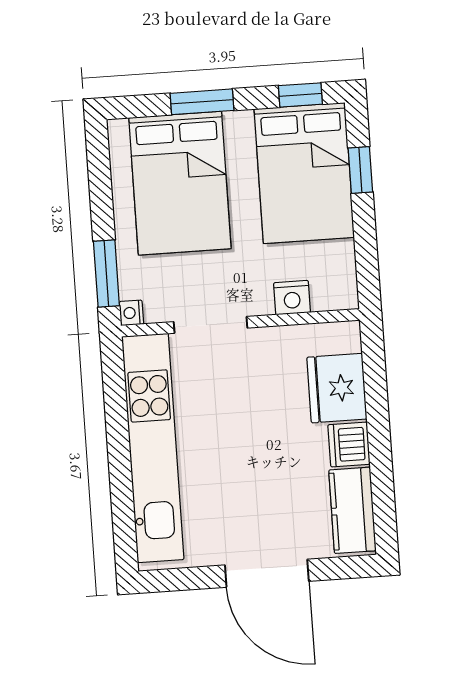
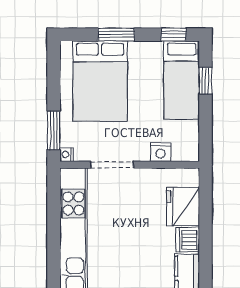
bed: (304, 173) -> (182, 80), width x0.67

